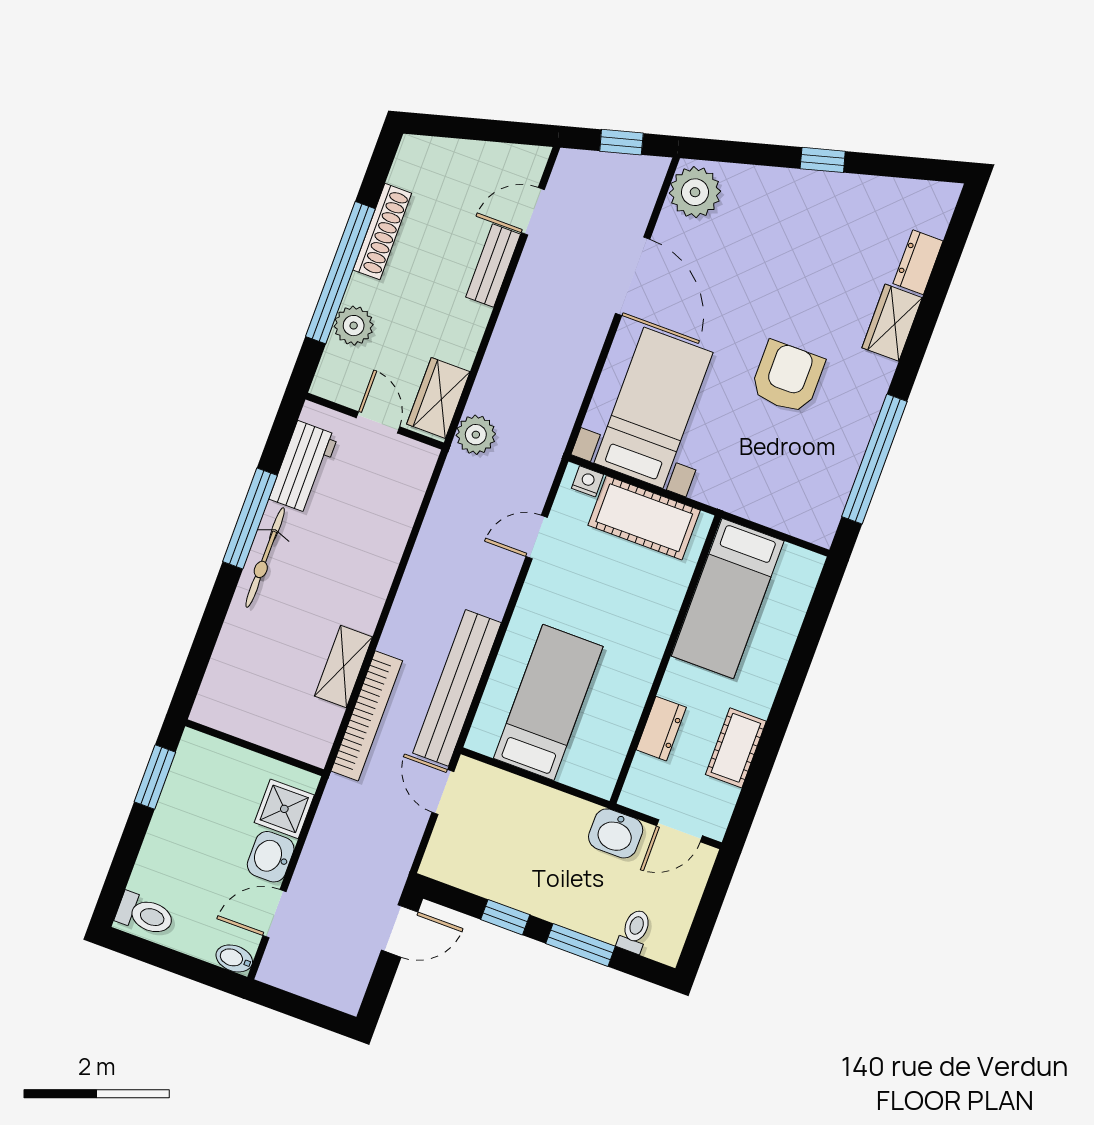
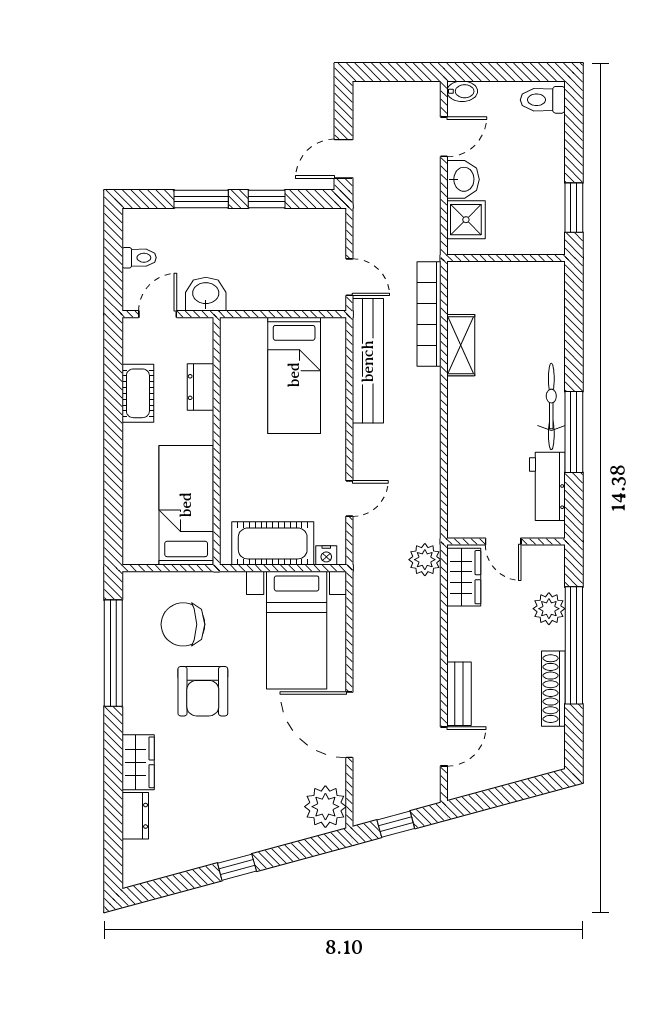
chair: (782, 463) -> (183, 624), added
toilet: (635, 931) -> (139, 258), moved, turned -90

